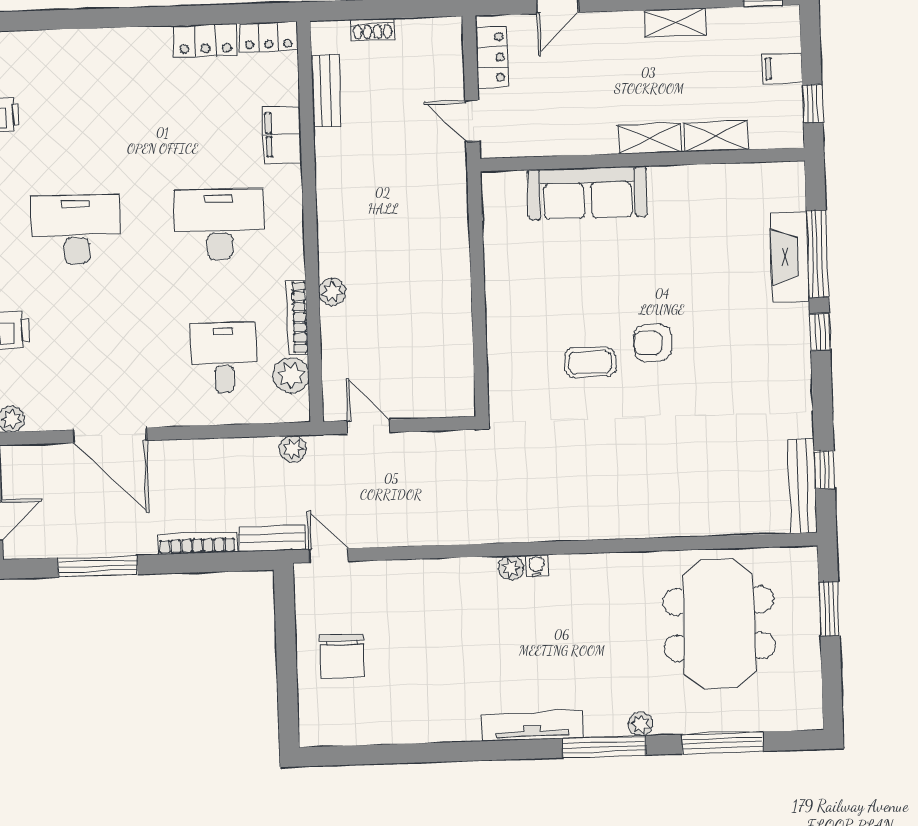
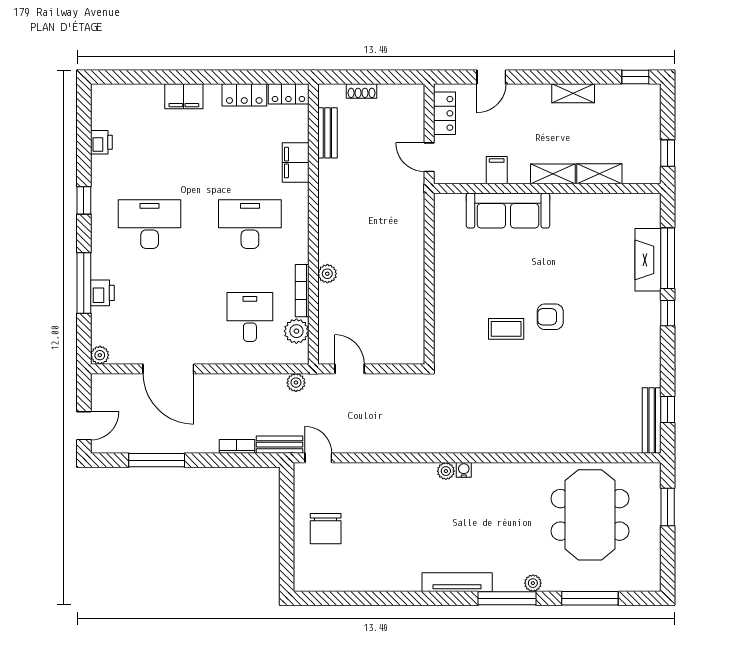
filing cabinet: (119, 45) -> (184, 96), added
filing cabinet: (782, 68) -> (497, 170), moved, turned 90
bookcase: (197, 543) -> (237, 446), width x0.64

